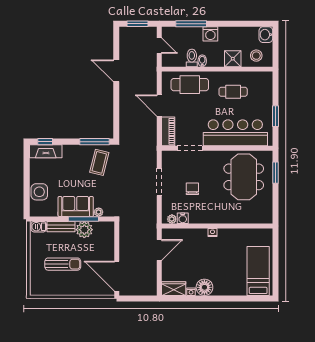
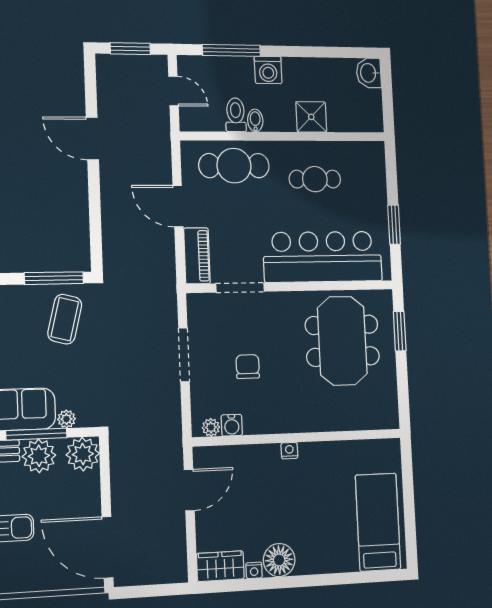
stool: (256, 56) -> (354, 112), removed
plant: (106, 230) -> (83, 454), added

